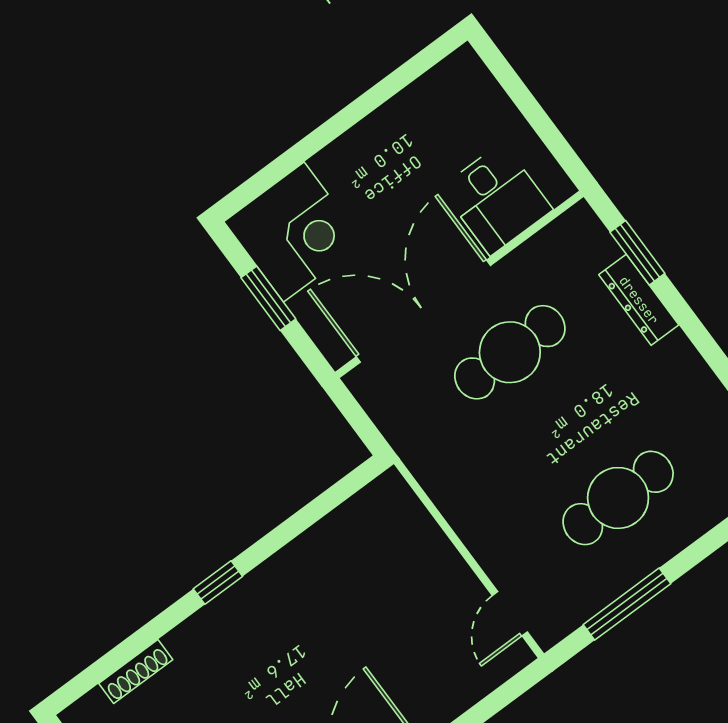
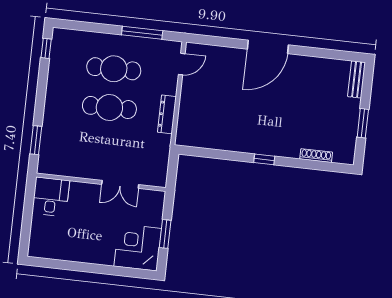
desk: (496, 199) -> (51, 197), moved
dresser: (639, 300) -> (167, 114), moved, turned 180
double door: (423, 311) -> (120, 184), width x0.54
cafe table: (510, 352) -> (109, 107), moved

